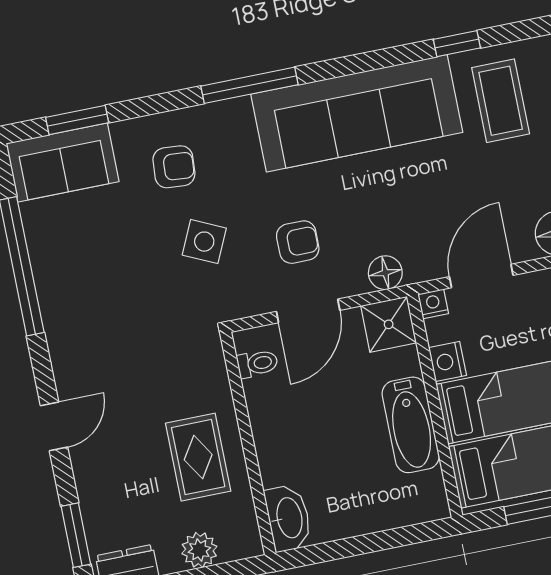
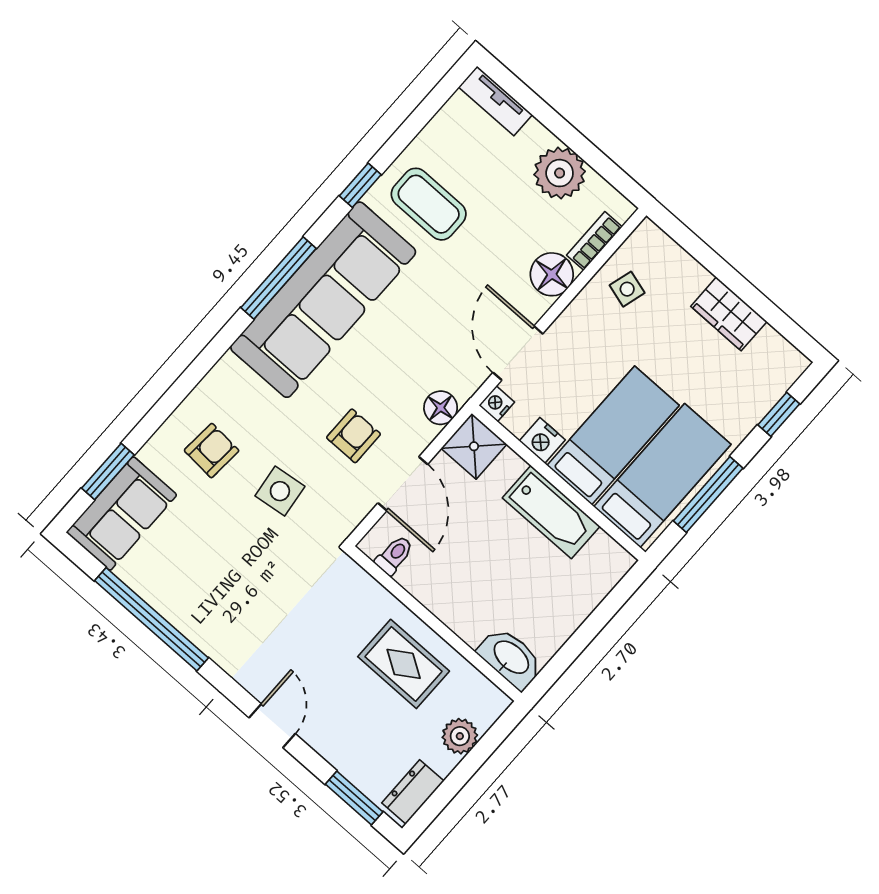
window: (250, 85) -> (279, 278), moved
side table: (204, 242) -> (280, 491), turned -32

